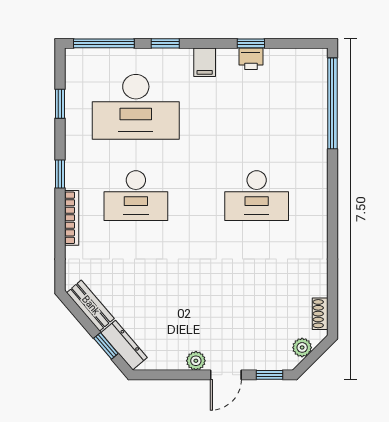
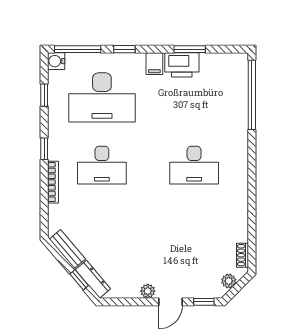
window: (251, 43) -> (190, 49), width x1.50
water cooler: (76, 59) -> (56, 61), added
printer: (251, 59) -> (182, 65), width x1.87, depth x1.48

